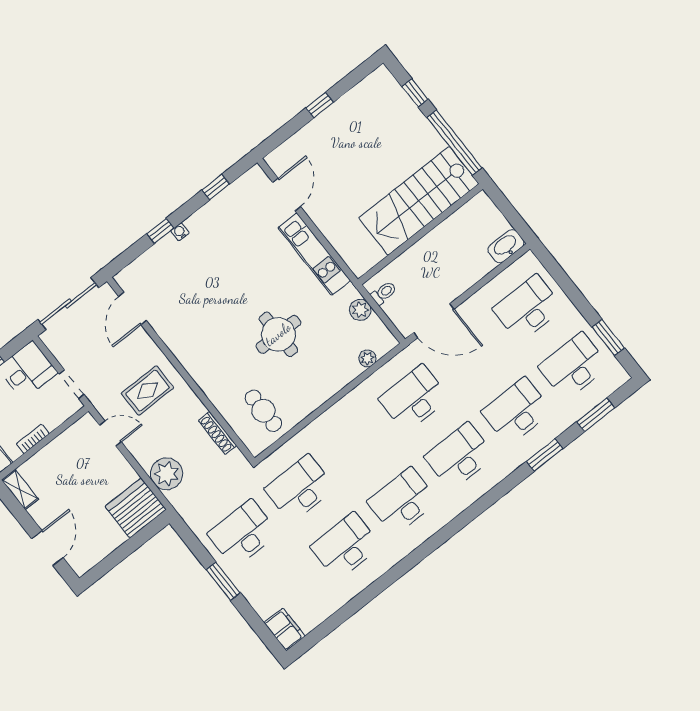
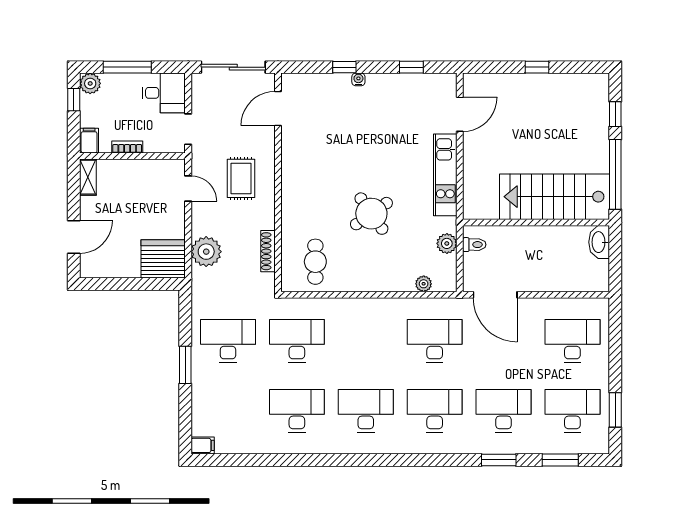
washbasin: (506, 246) -> (599, 242), moved, turned -90
round table: (278, 334) -> (371, 214), turned -35
rug: (148, 391) -> (241, 178), turned 90
filing cabinet: (285, 629) -> (203, 445), width x0.50

